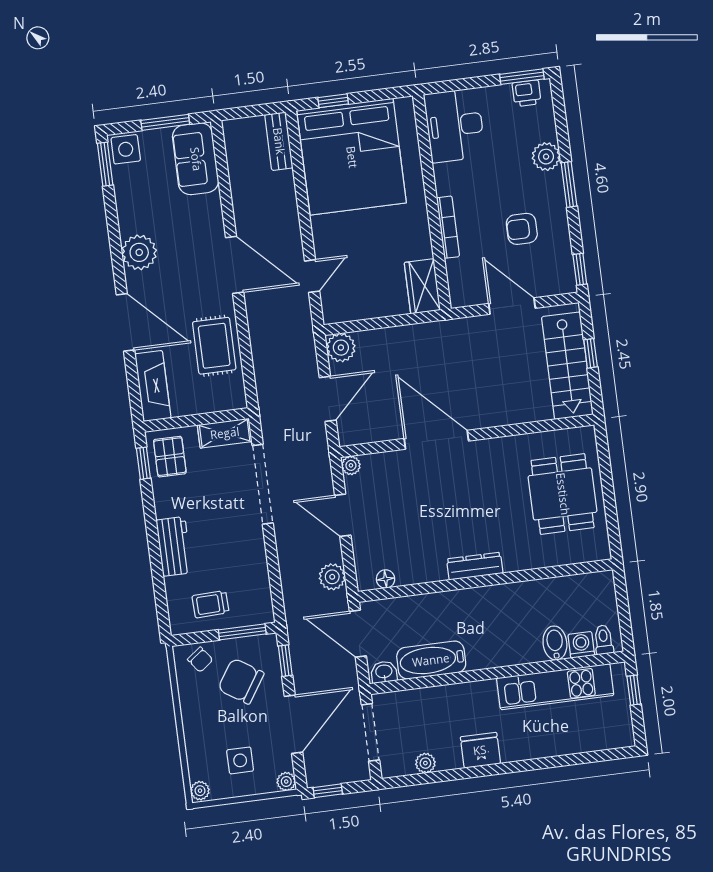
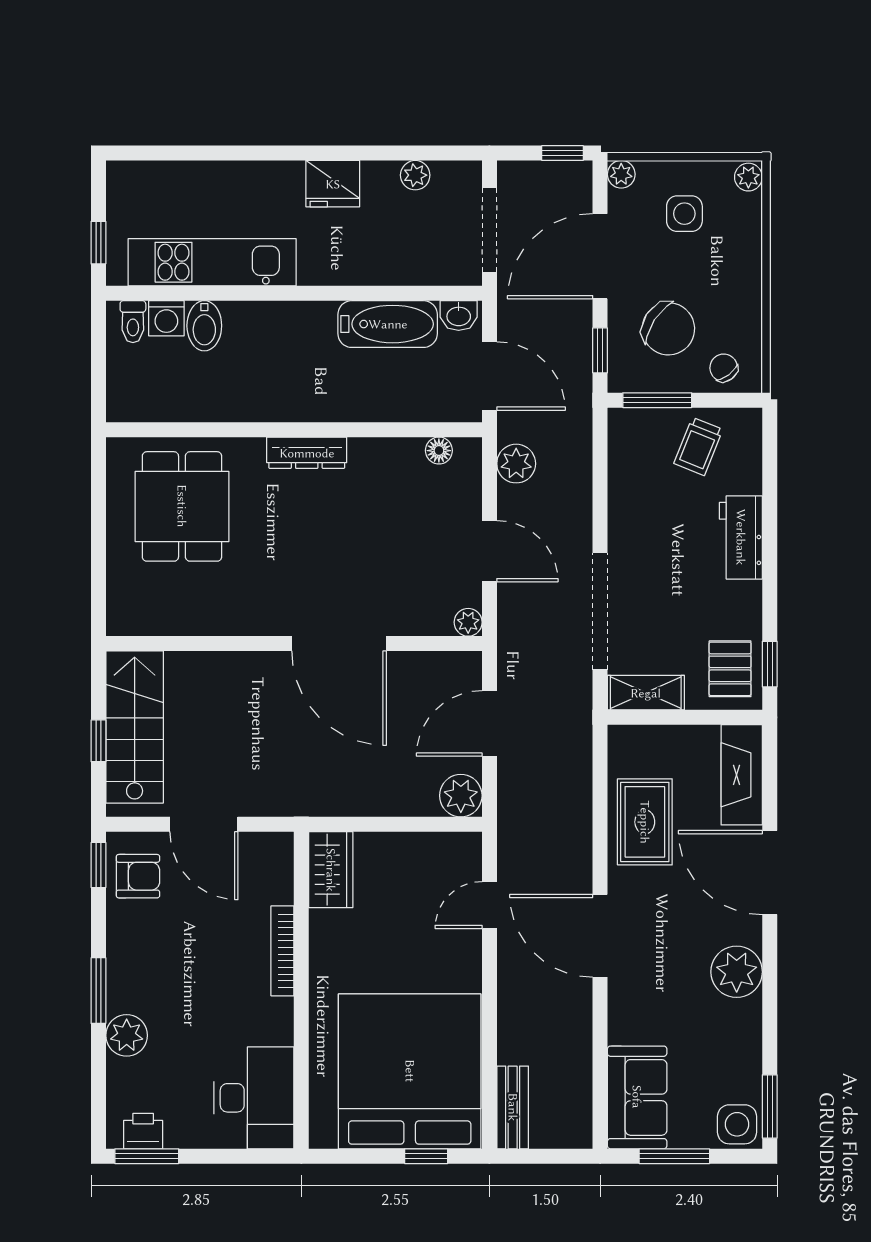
armchair: (522, 229) -> (138, 876), moved
dining table: (563, 494) -> (182, 506), moved
trolley: (210, 604) -> (698, 446), turned 114

